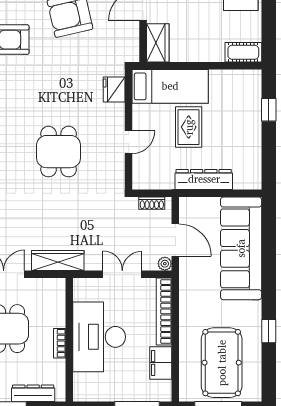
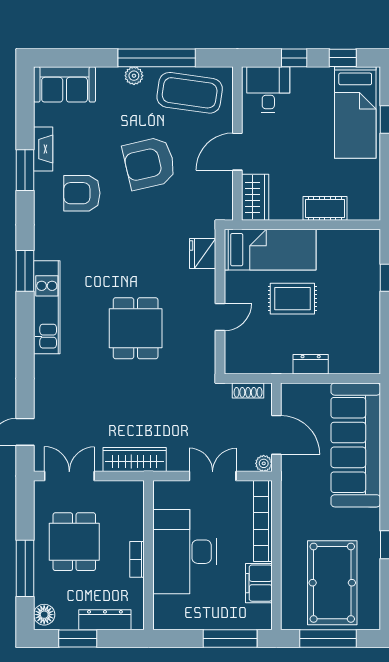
cot: (243, 52) -> (325, 208), moved
rug: (189, 127) -> (292, 299), turned 90
dresser: (204, 179) -> (311, 364), width x0.51, depth x0.80

